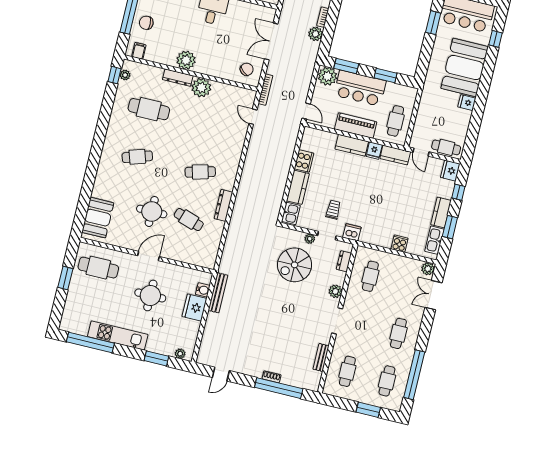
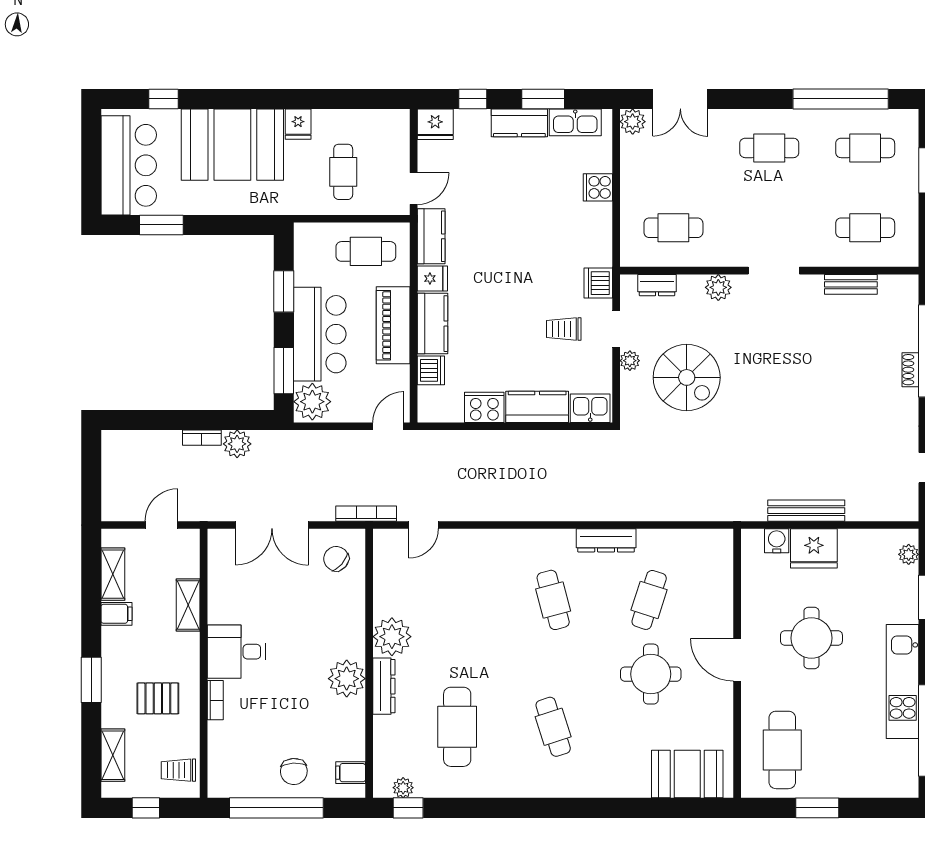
dishwasher: (329, 139) -> (431, 370), added
cafe table: (446, 147) -> (343, 172), moved
bench: (218, 293) -> (806, 511), moved

